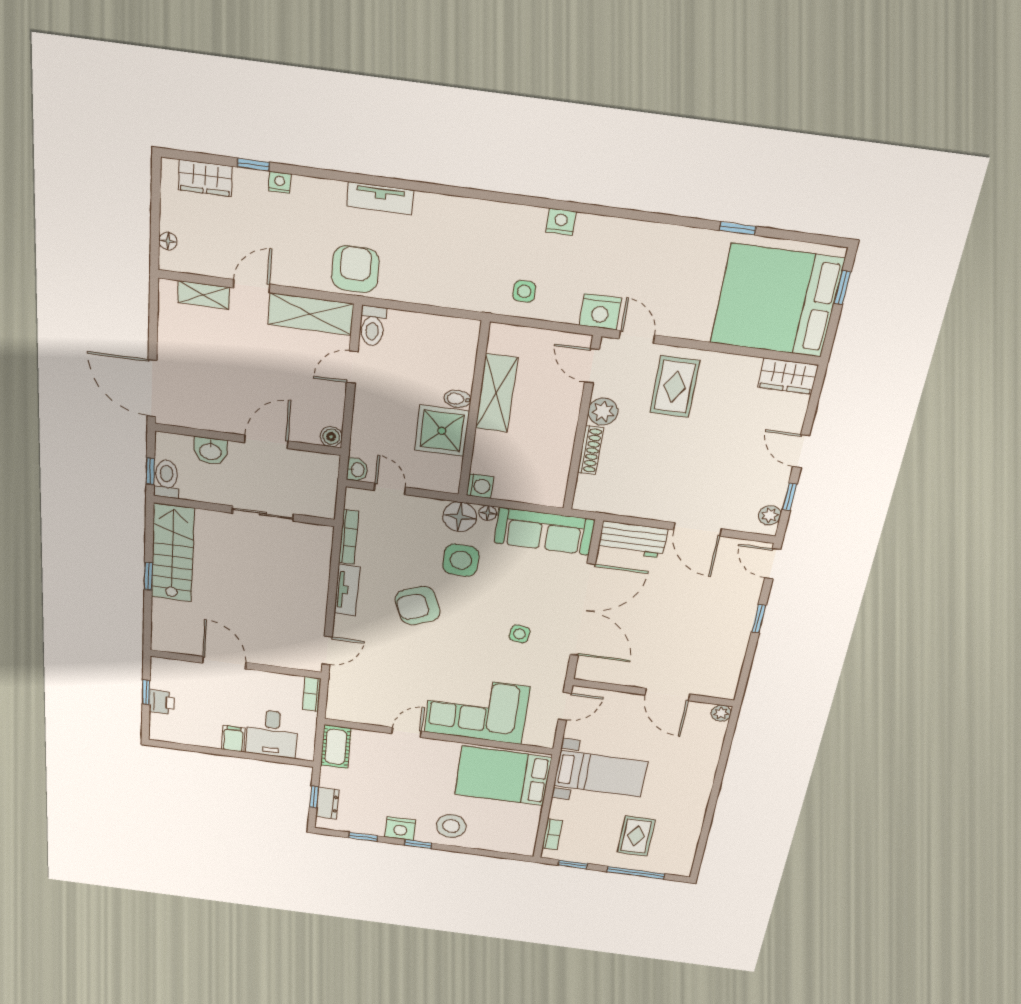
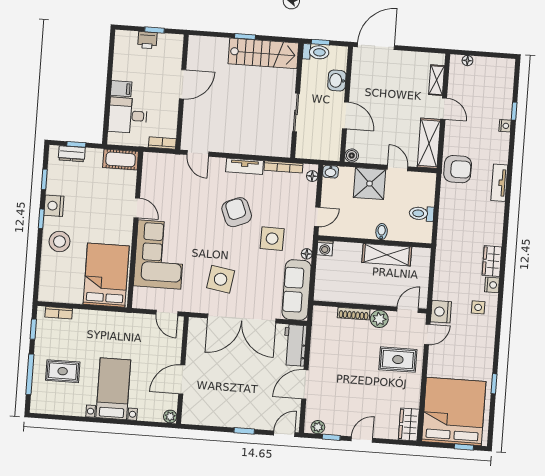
wardrobe: (205, 178) -> (492, 261), moved
side table: (524, 291) -> (478, 307), moved
toilet: (373, 326) -> (422, 214), moved
shower: (442, 431) -> (369, 184), moved
door: (390, 489) -> (317, 217), moved
floor lamp: (460, 517) -> (312, 176), moved, width x0.53, depth x0.53
side table: (520, 634) -> (221, 279), width x1.87, depth x1.87
bed with nightstands: (600, 774) -> (113, 389), moved, turned 180

